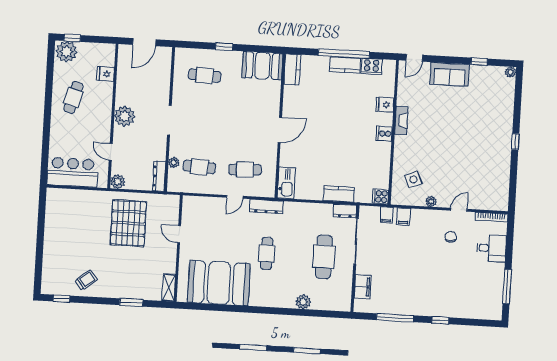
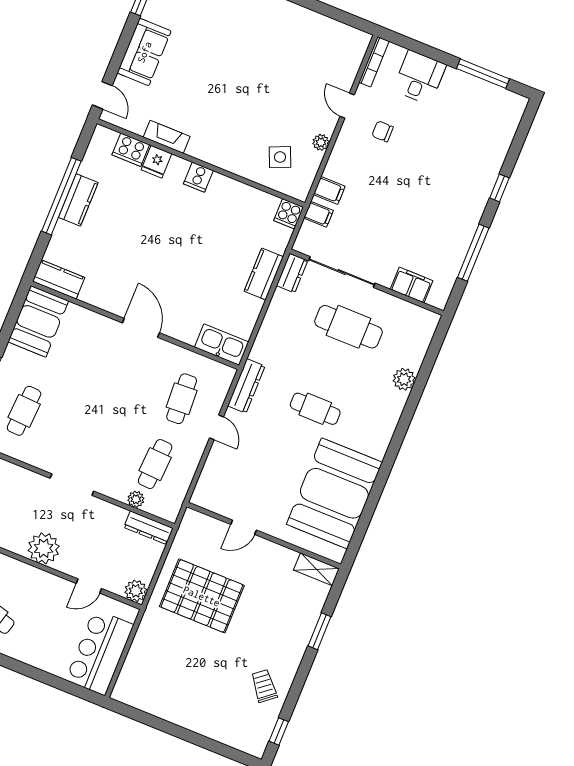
cooker: (372, 66) -> (131, 150), moved, turned 90
fireplace: (401, 121) -> (167, 137), moved

